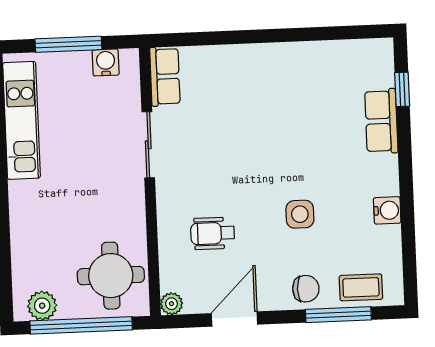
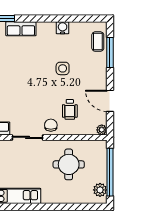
round table: (111, 276) -> (69, 164), moved
chair: (306, 289) -> (51, 125), moved

